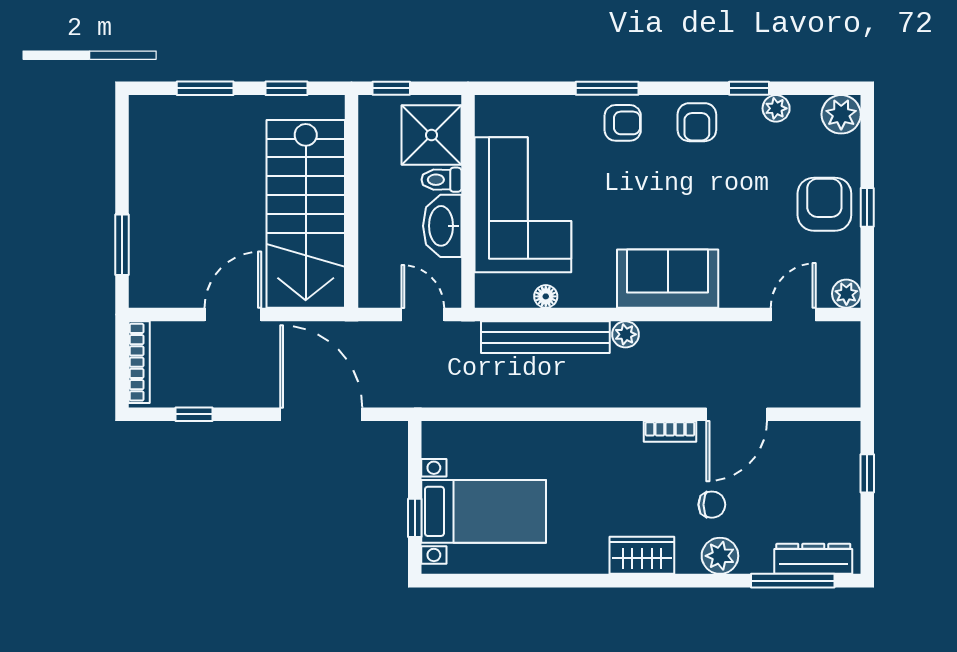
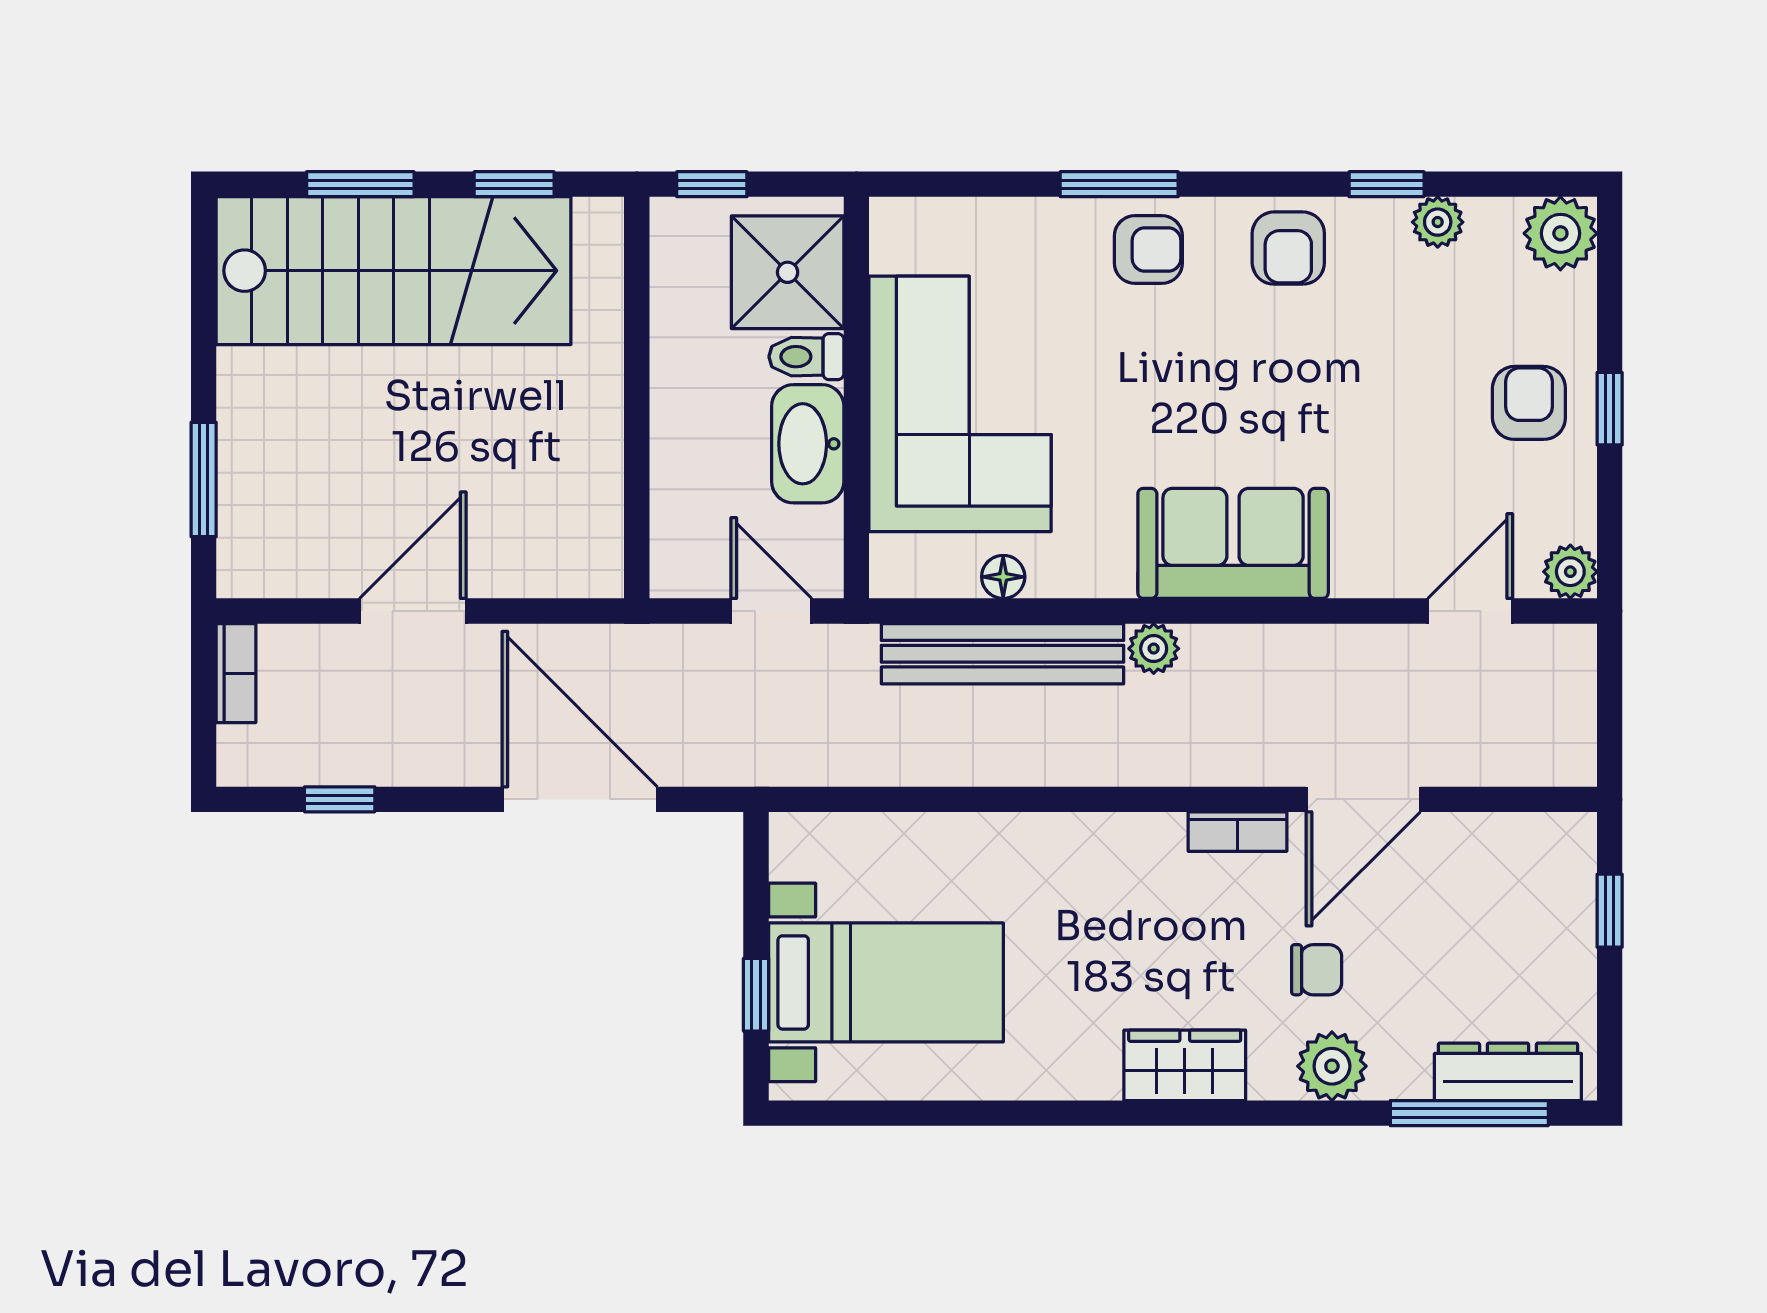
armchair: (824, 204) -> (1529, 403), width x0.72, depth x0.72
stairs: (306, 214) -> (394, 271), moved, turned -90
bookcase: (139, 362) -> (236, 673), width x0.64

